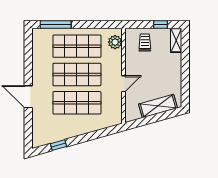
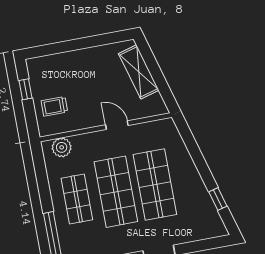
shelving: (176, 40) -> (43, 64), removed
shop shelf: (77, 46) -> (77, 199), width x0.70, depth x0.74

